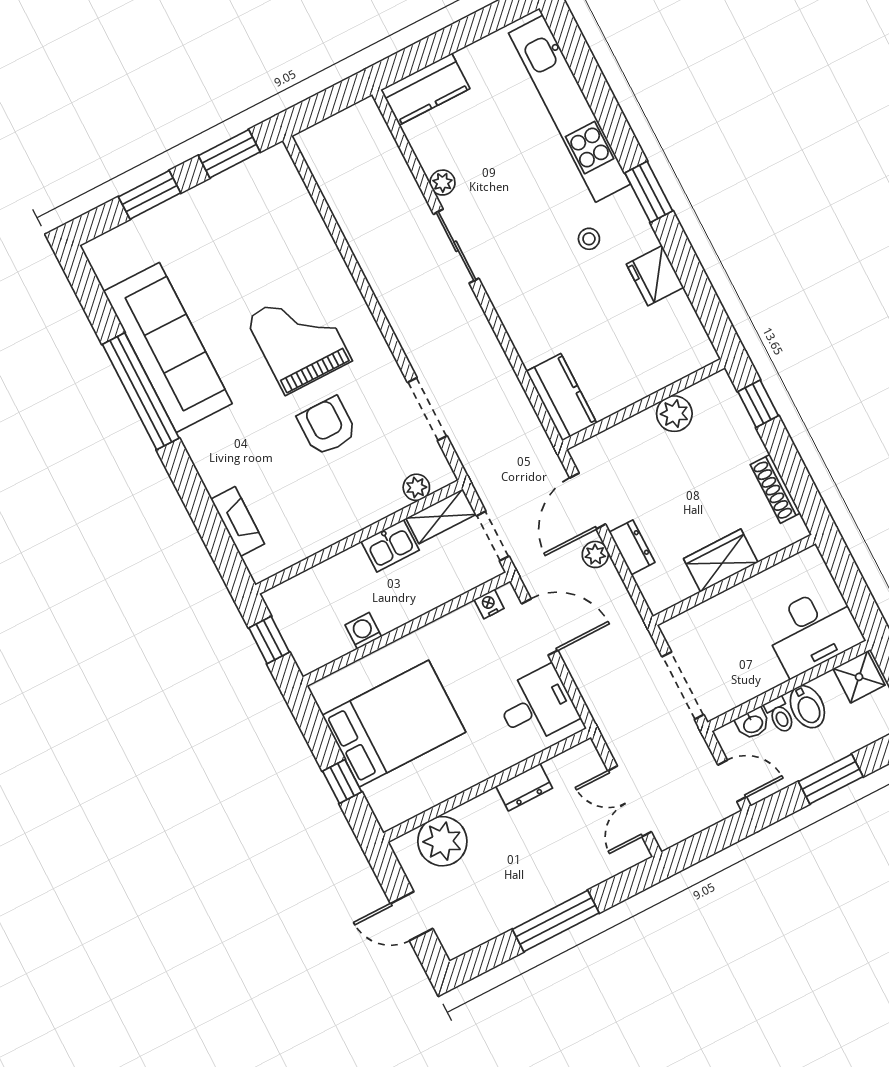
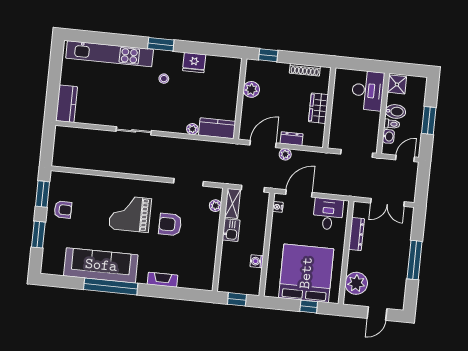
plant: (442, 183) -> (192, 129), moved
armchair: (225, 210) -> (63, 210), added
door: (588, 501) -> (263, 144), swing flipped
fireplace: (238, 522) -> (162, 280), moved
bed: (394, 724) -> (306, 273), width x1.36
dresser: (524, 787) -> (356, 234), width x1.44

